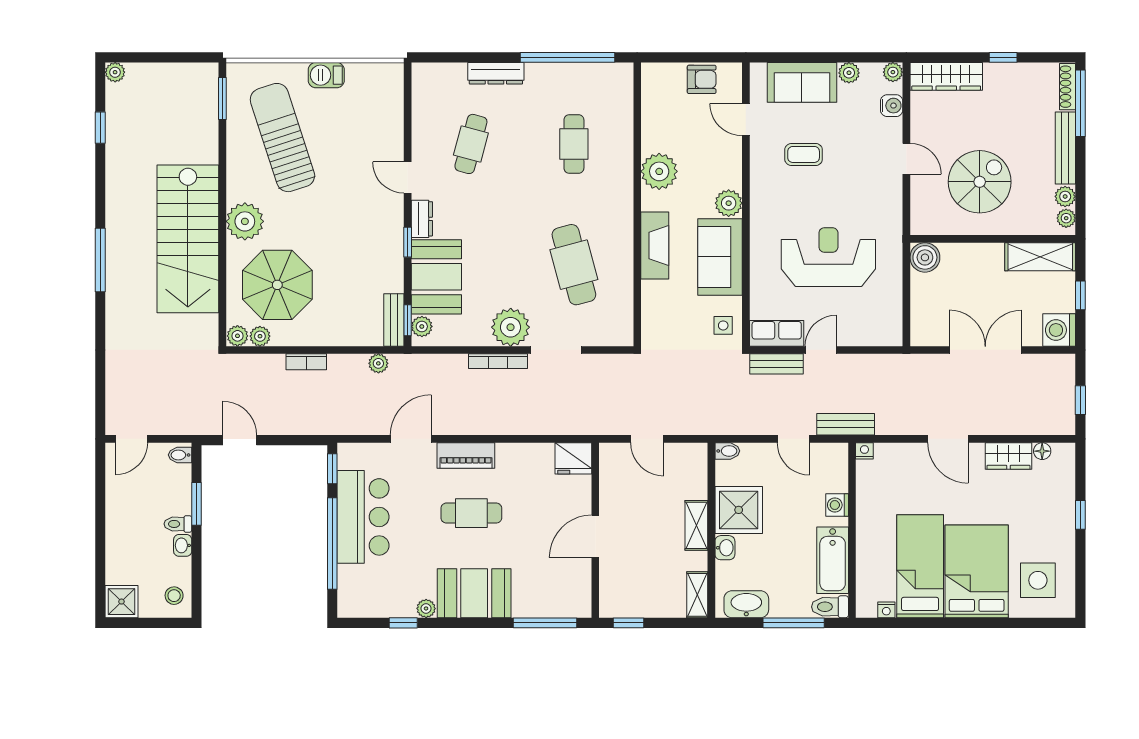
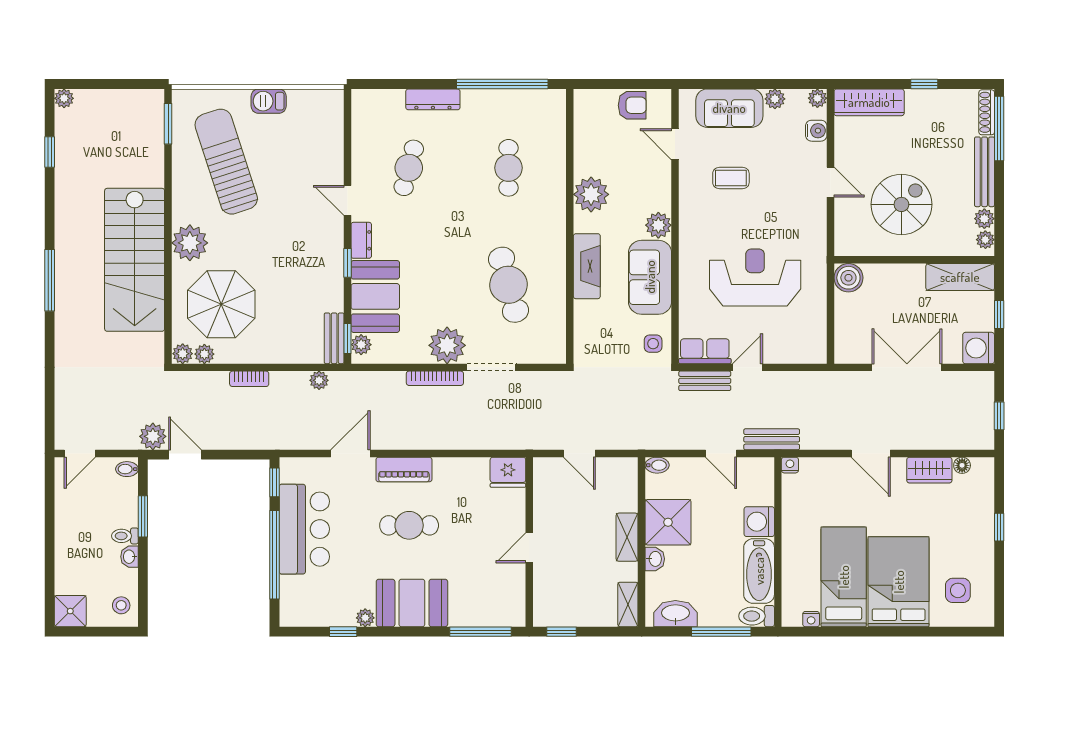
plant: (207, 421) -> (153, 436), added
washing machine: (837, 505) -> (759, 522), width x1.38, depth x1.38
door: (595, 536) -> (529, 548), width x0.73
side table: (1038, 580) -> (958, 590), width x0.73, depth x0.73

